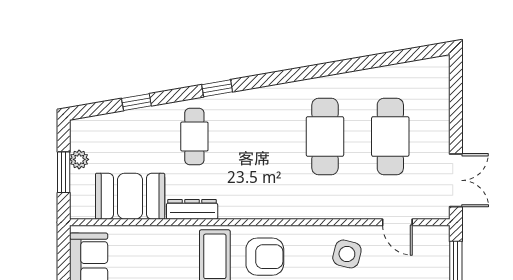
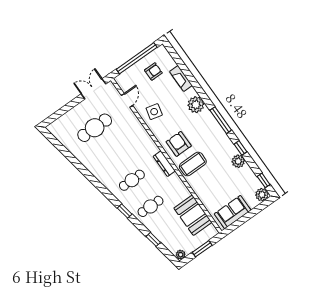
cafe table: (325, 136) -> (132, 180), moved, width x0.73, depth x0.74
plant: (79, 159) -> (181, 255), moved
dresser: (192, 209) -> (164, 164), moved

